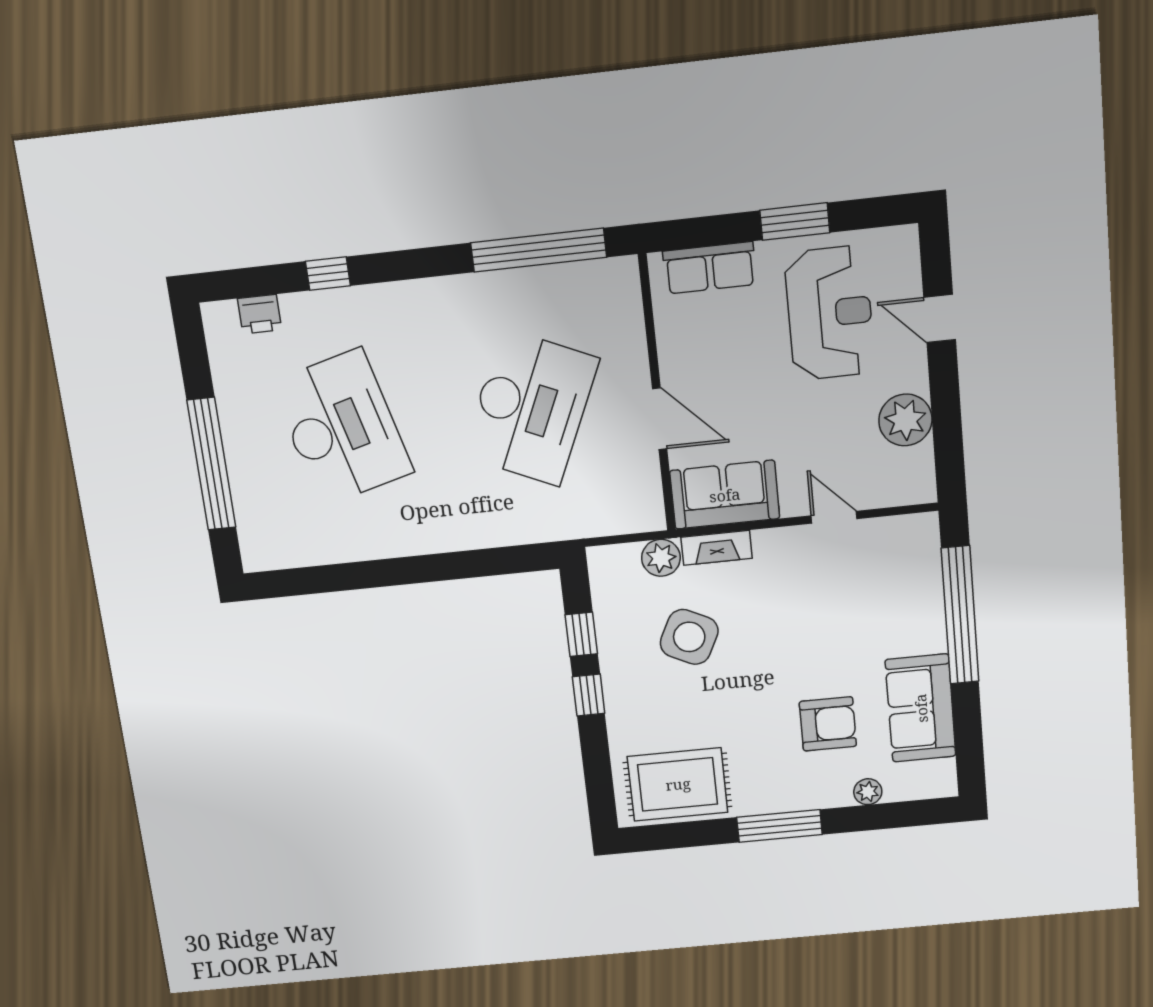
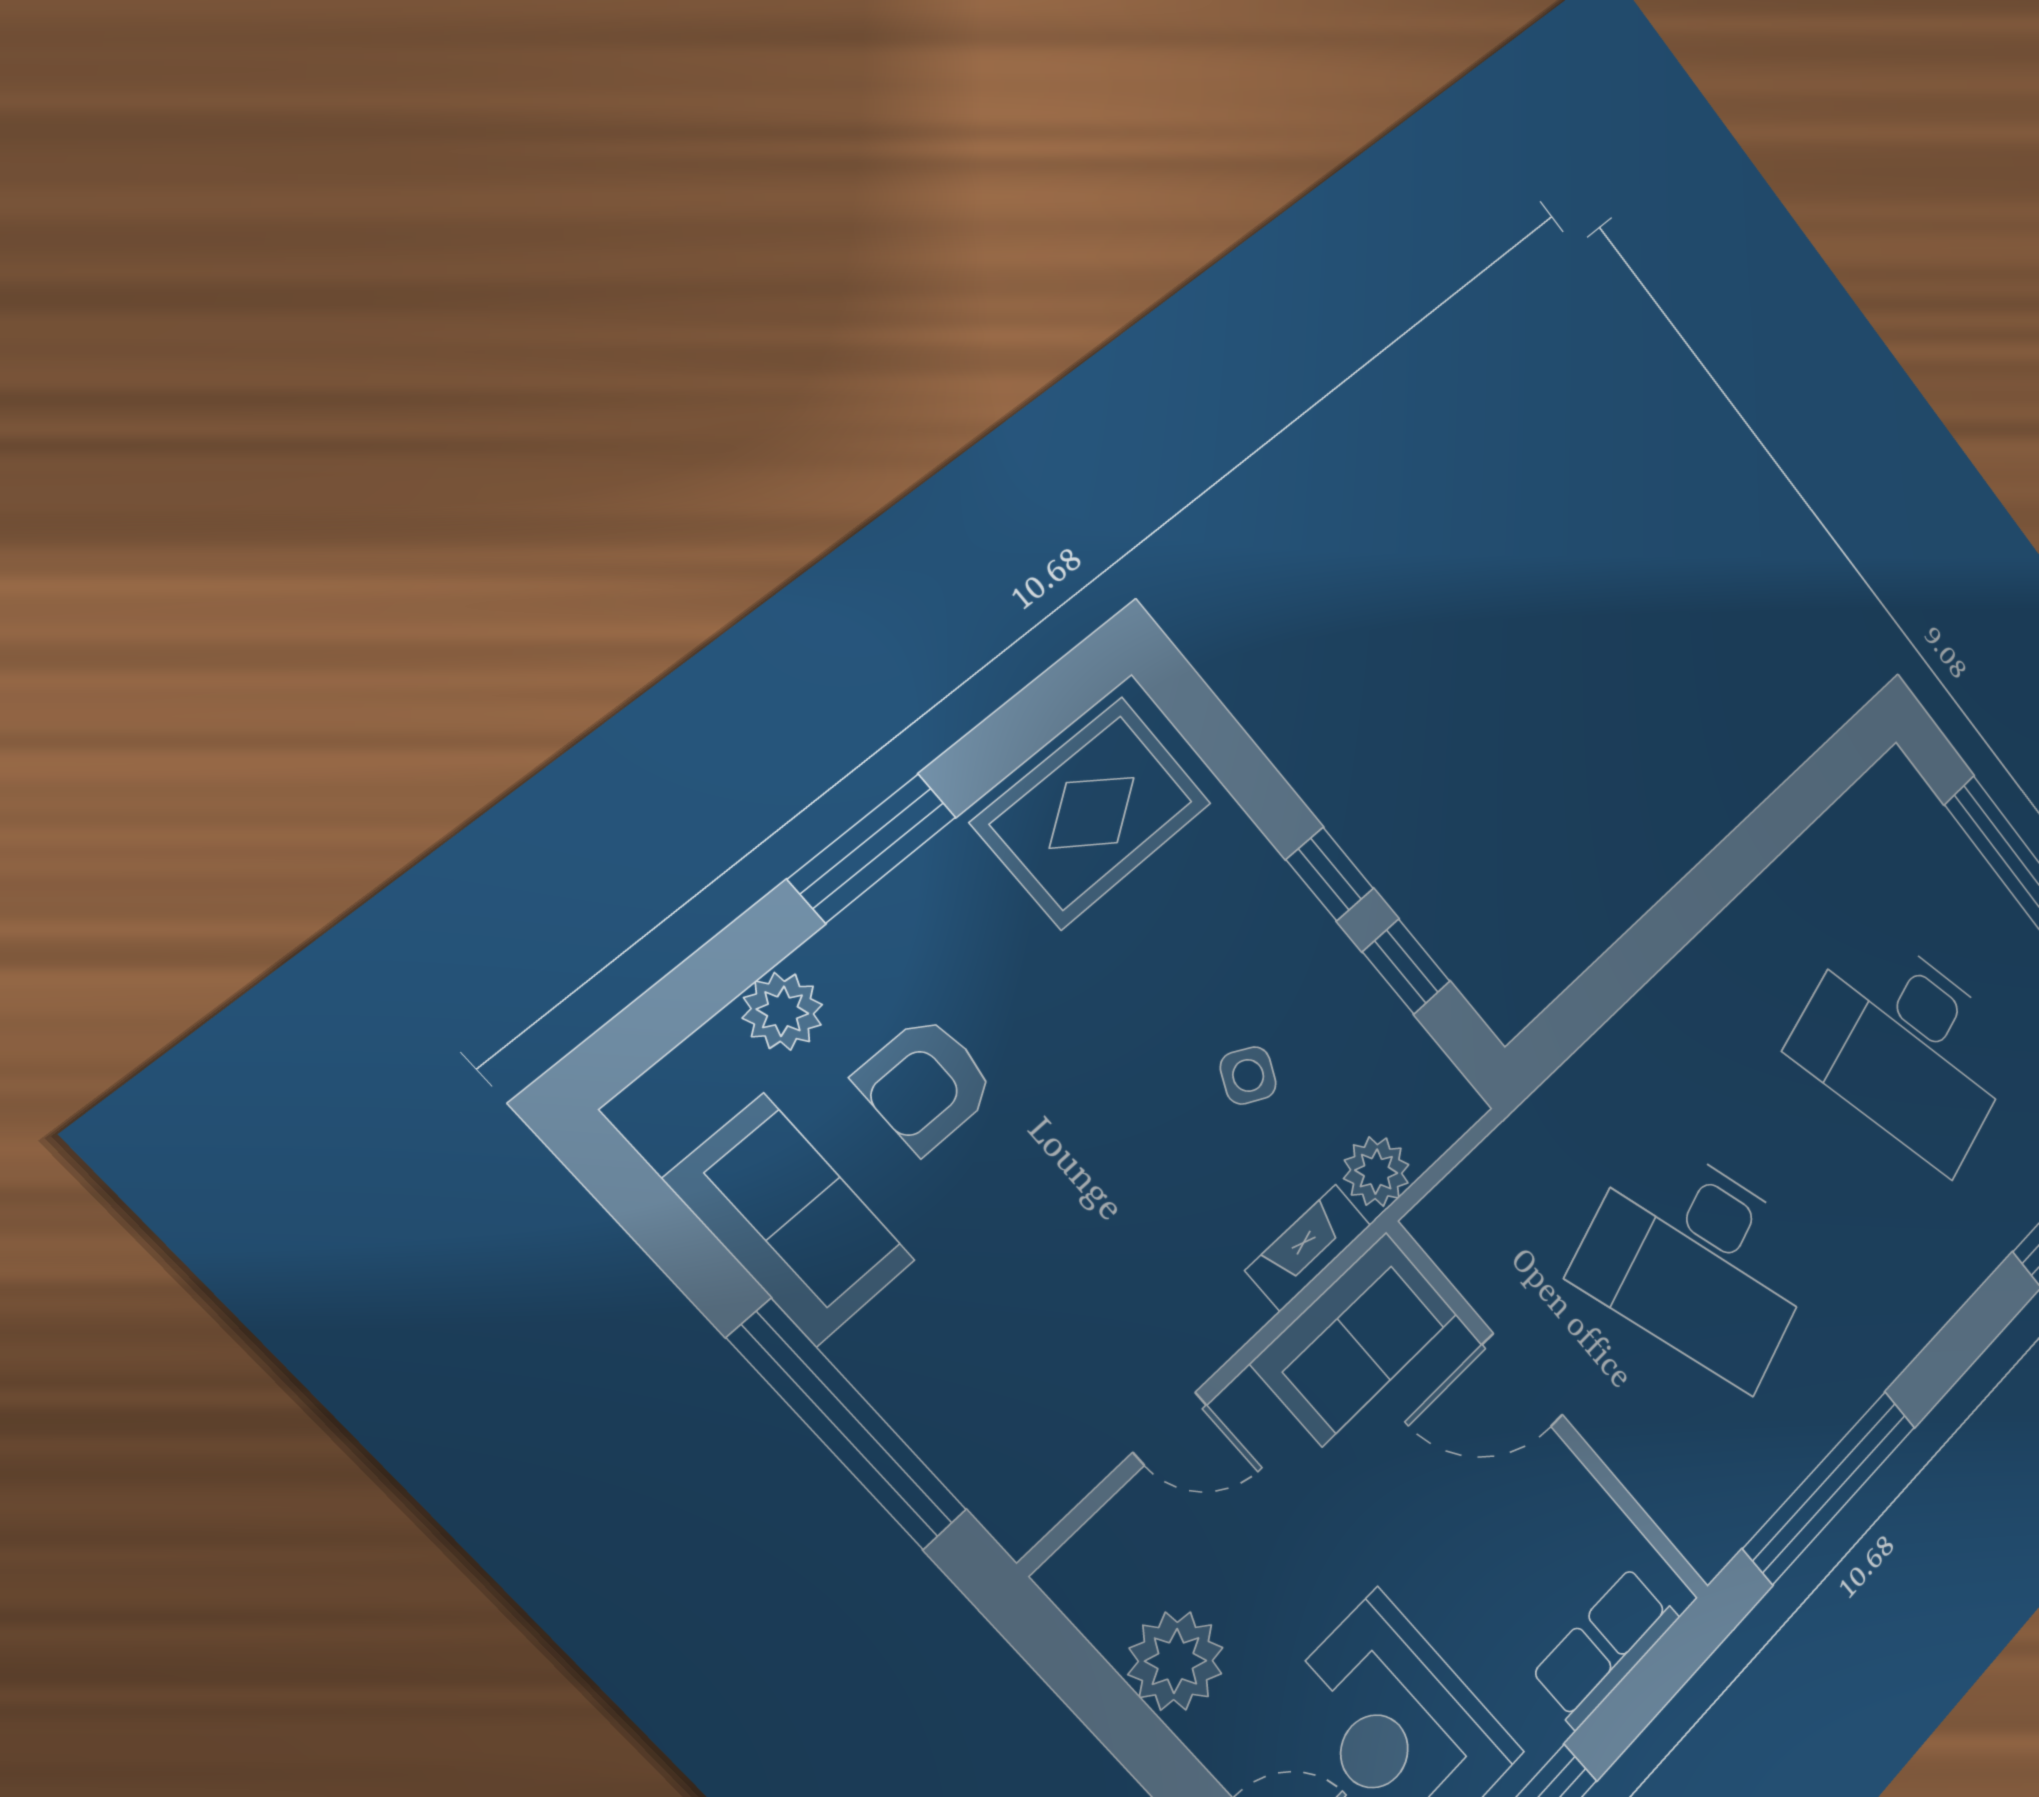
desk: (531, 408) -> (1699, 1260), turned -42
side table: (689, 637) -> (1248, 1076), width x0.54, depth x0.54
plant: (868, 792) -> (782, 1011), width x1.38, depth x1.38

